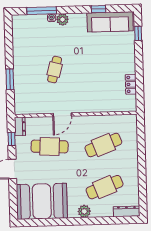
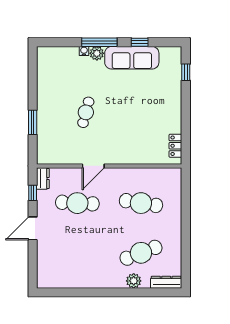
window: (42, 11) -> (99, 42), moved
sofa: (110, 22) -> (132, 58), moved
locker: (131, 84) -> (175, 146), moved
cafe table: (103, 145) -> (141, 203), turned 30
booth: (42, 201) -> (66, 268), removed
plant: (84, 211) -> (134, 281), moved

